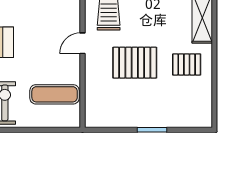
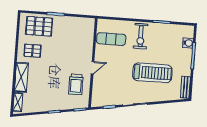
pallet: (135, 63) -> (39, 26), moved

